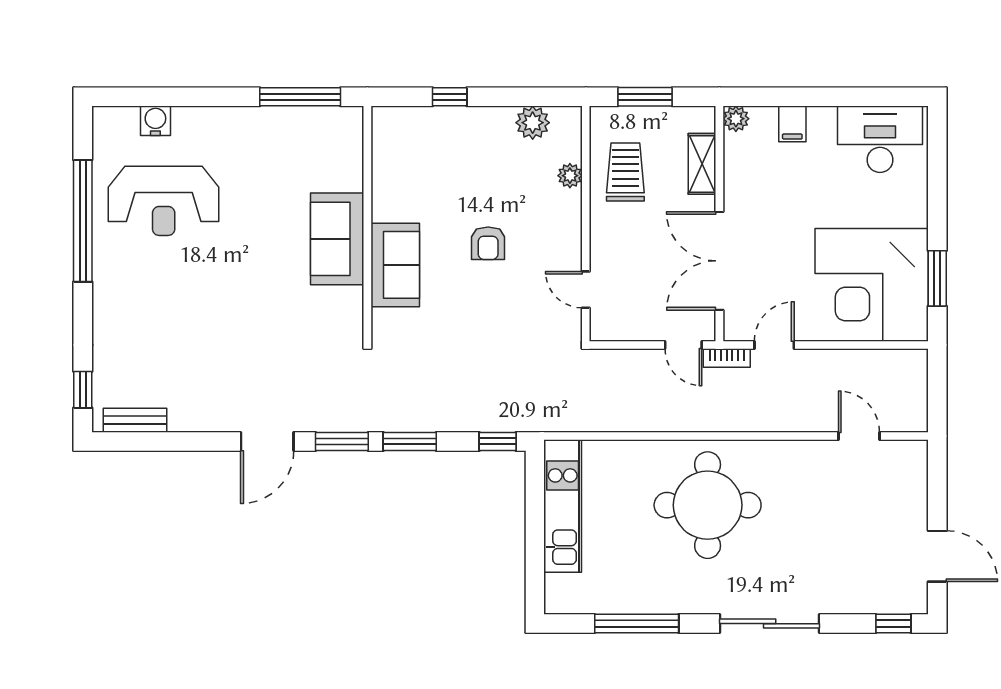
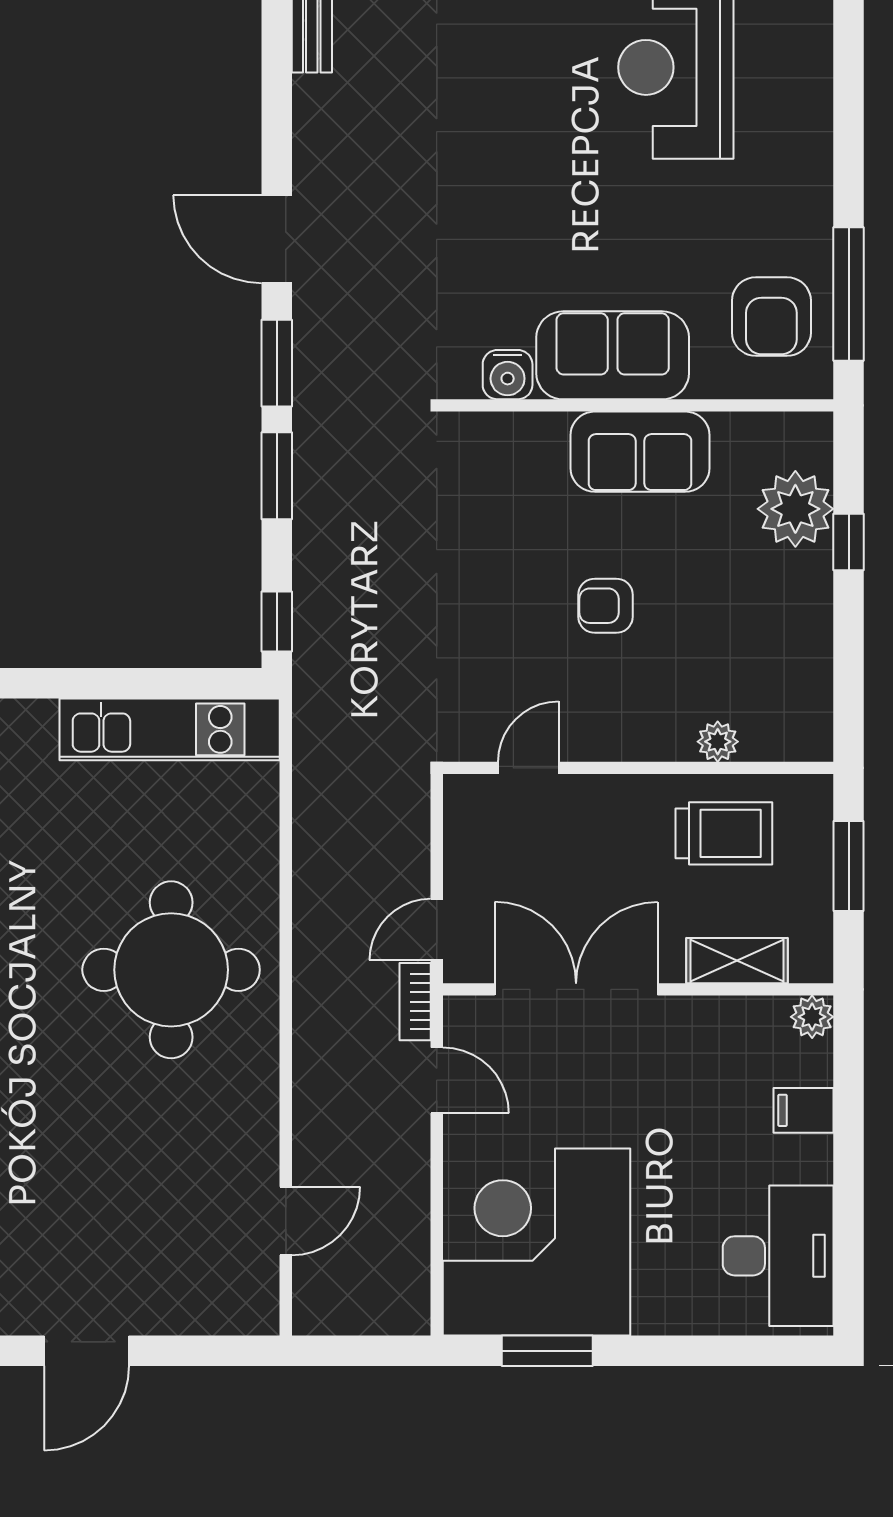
water cooler: (155, 121) -> (508, 375), moved, turned 90
plant: (533, 123) -> (795, 509), moved, width x1.36, depth x1.36
armchair: (314, 143) -> (771, 317), added
sofa: (395, 265) -> (640, 452), moved

